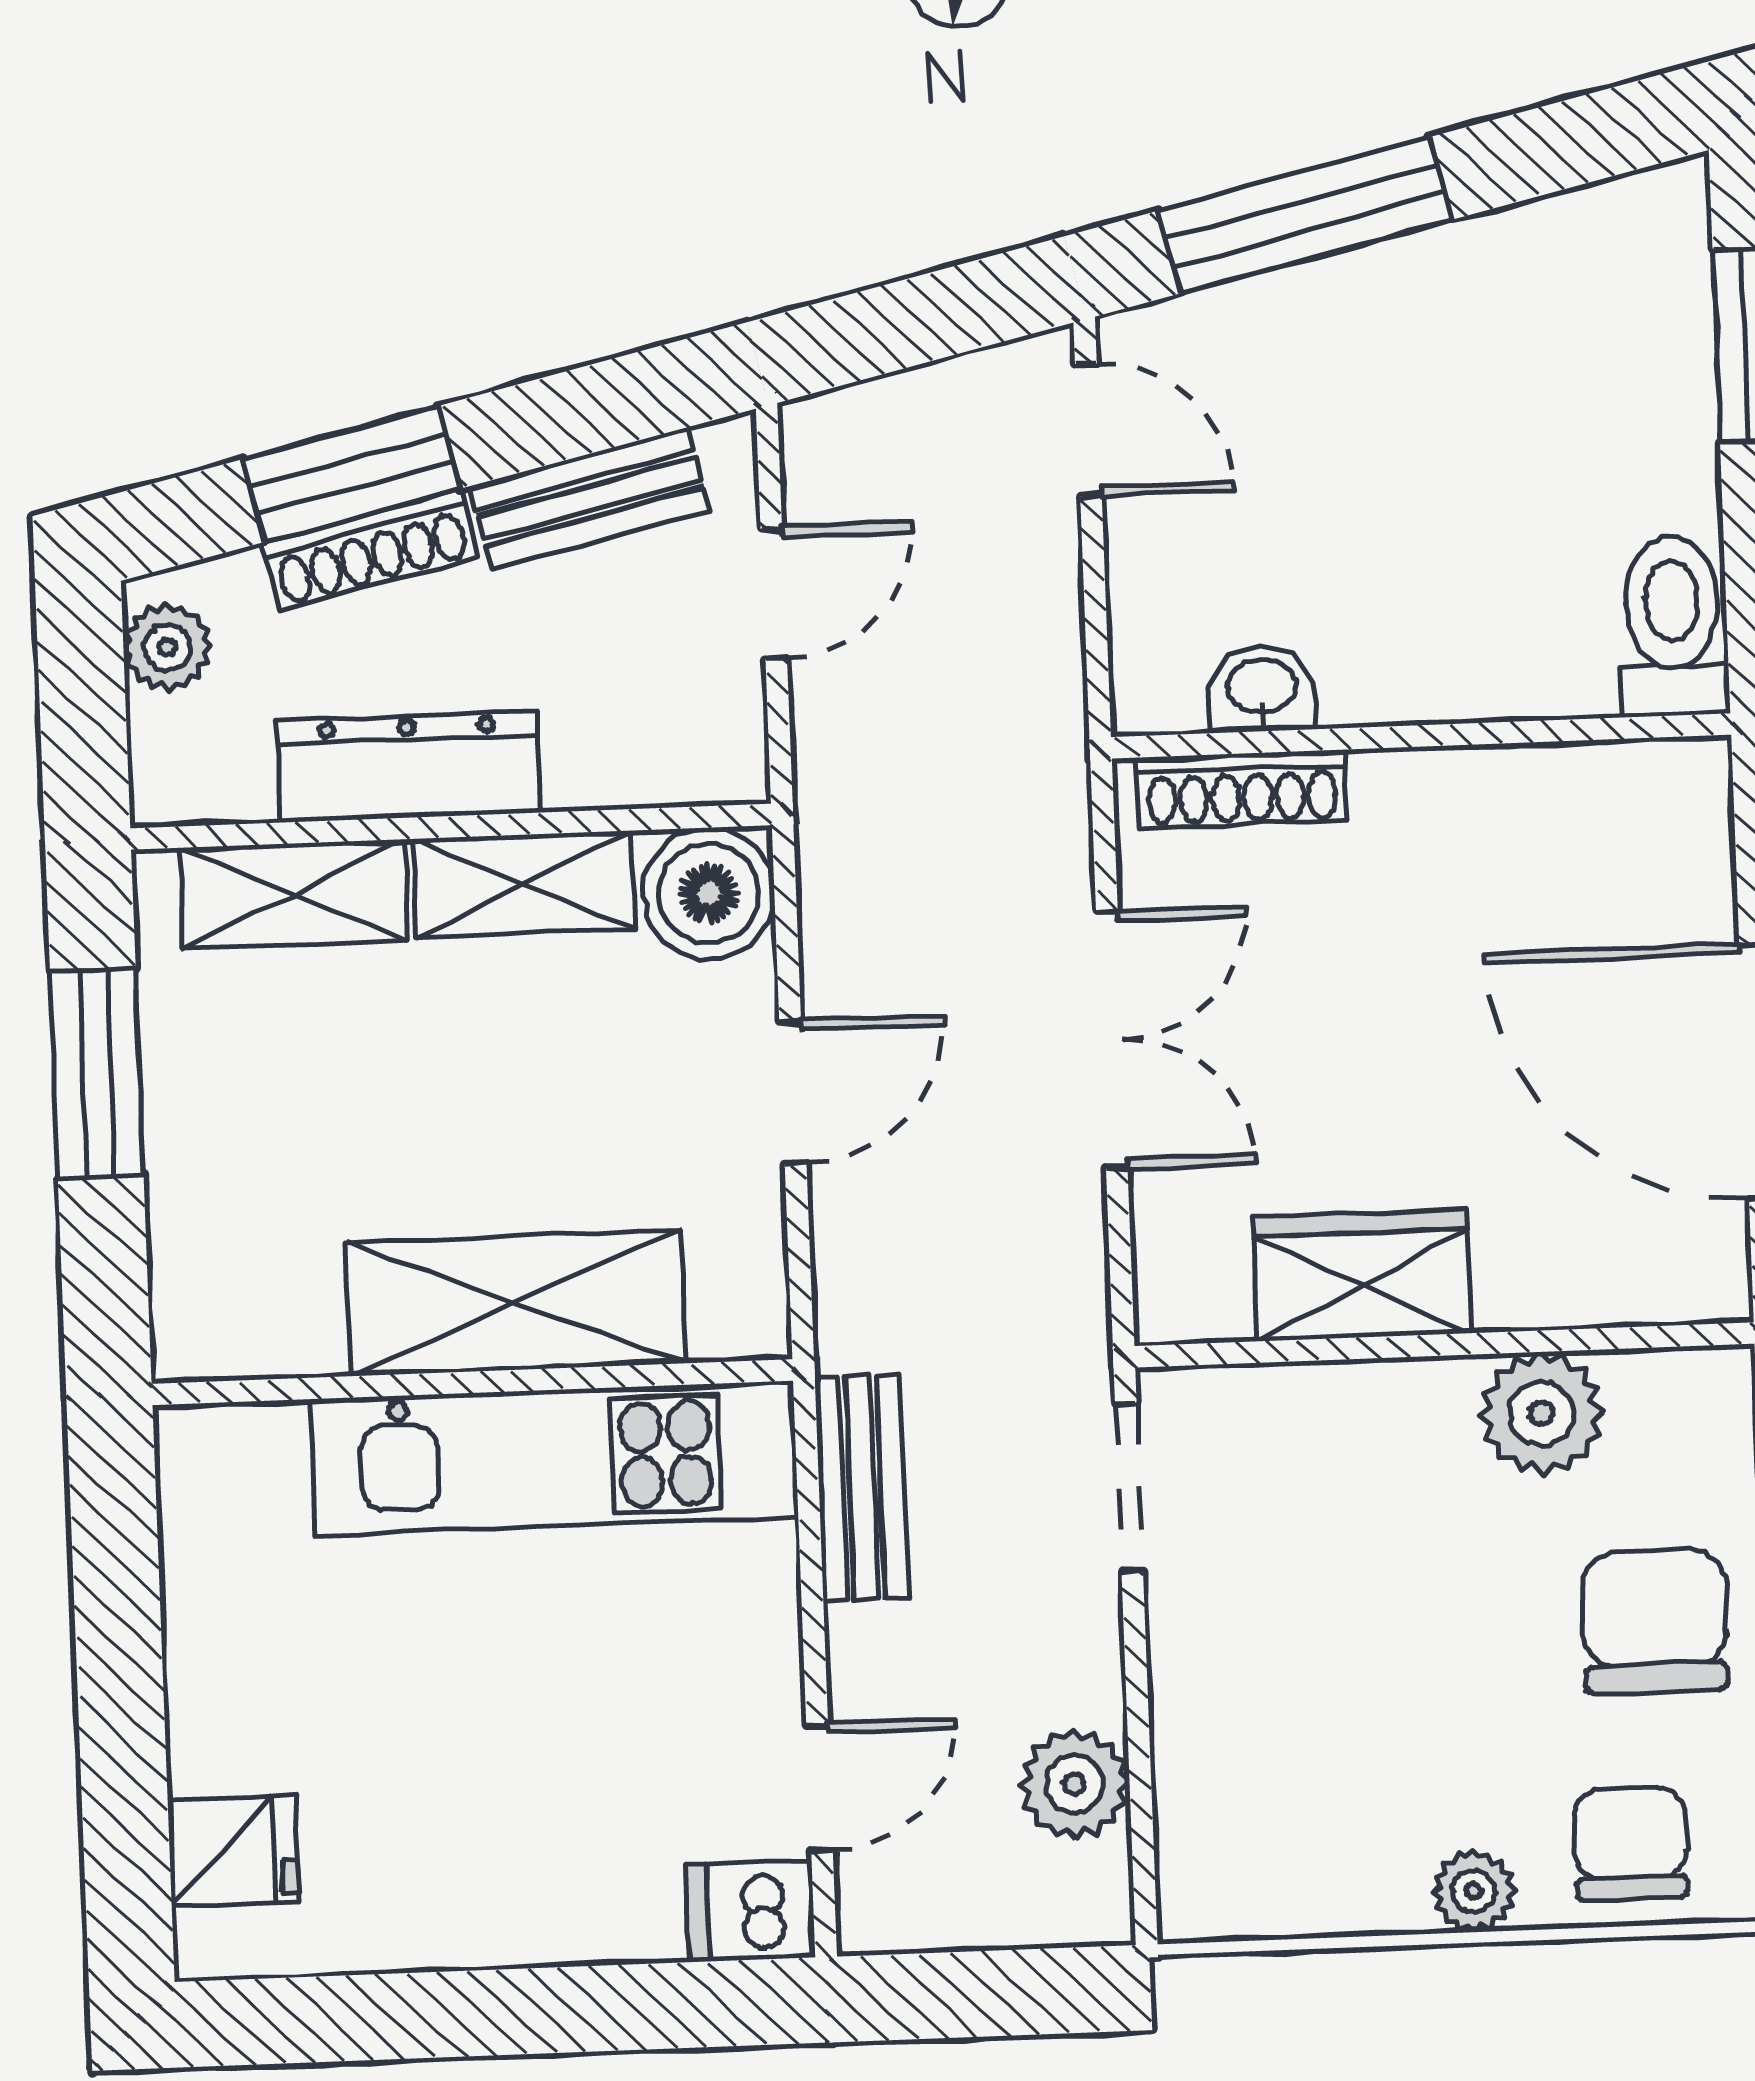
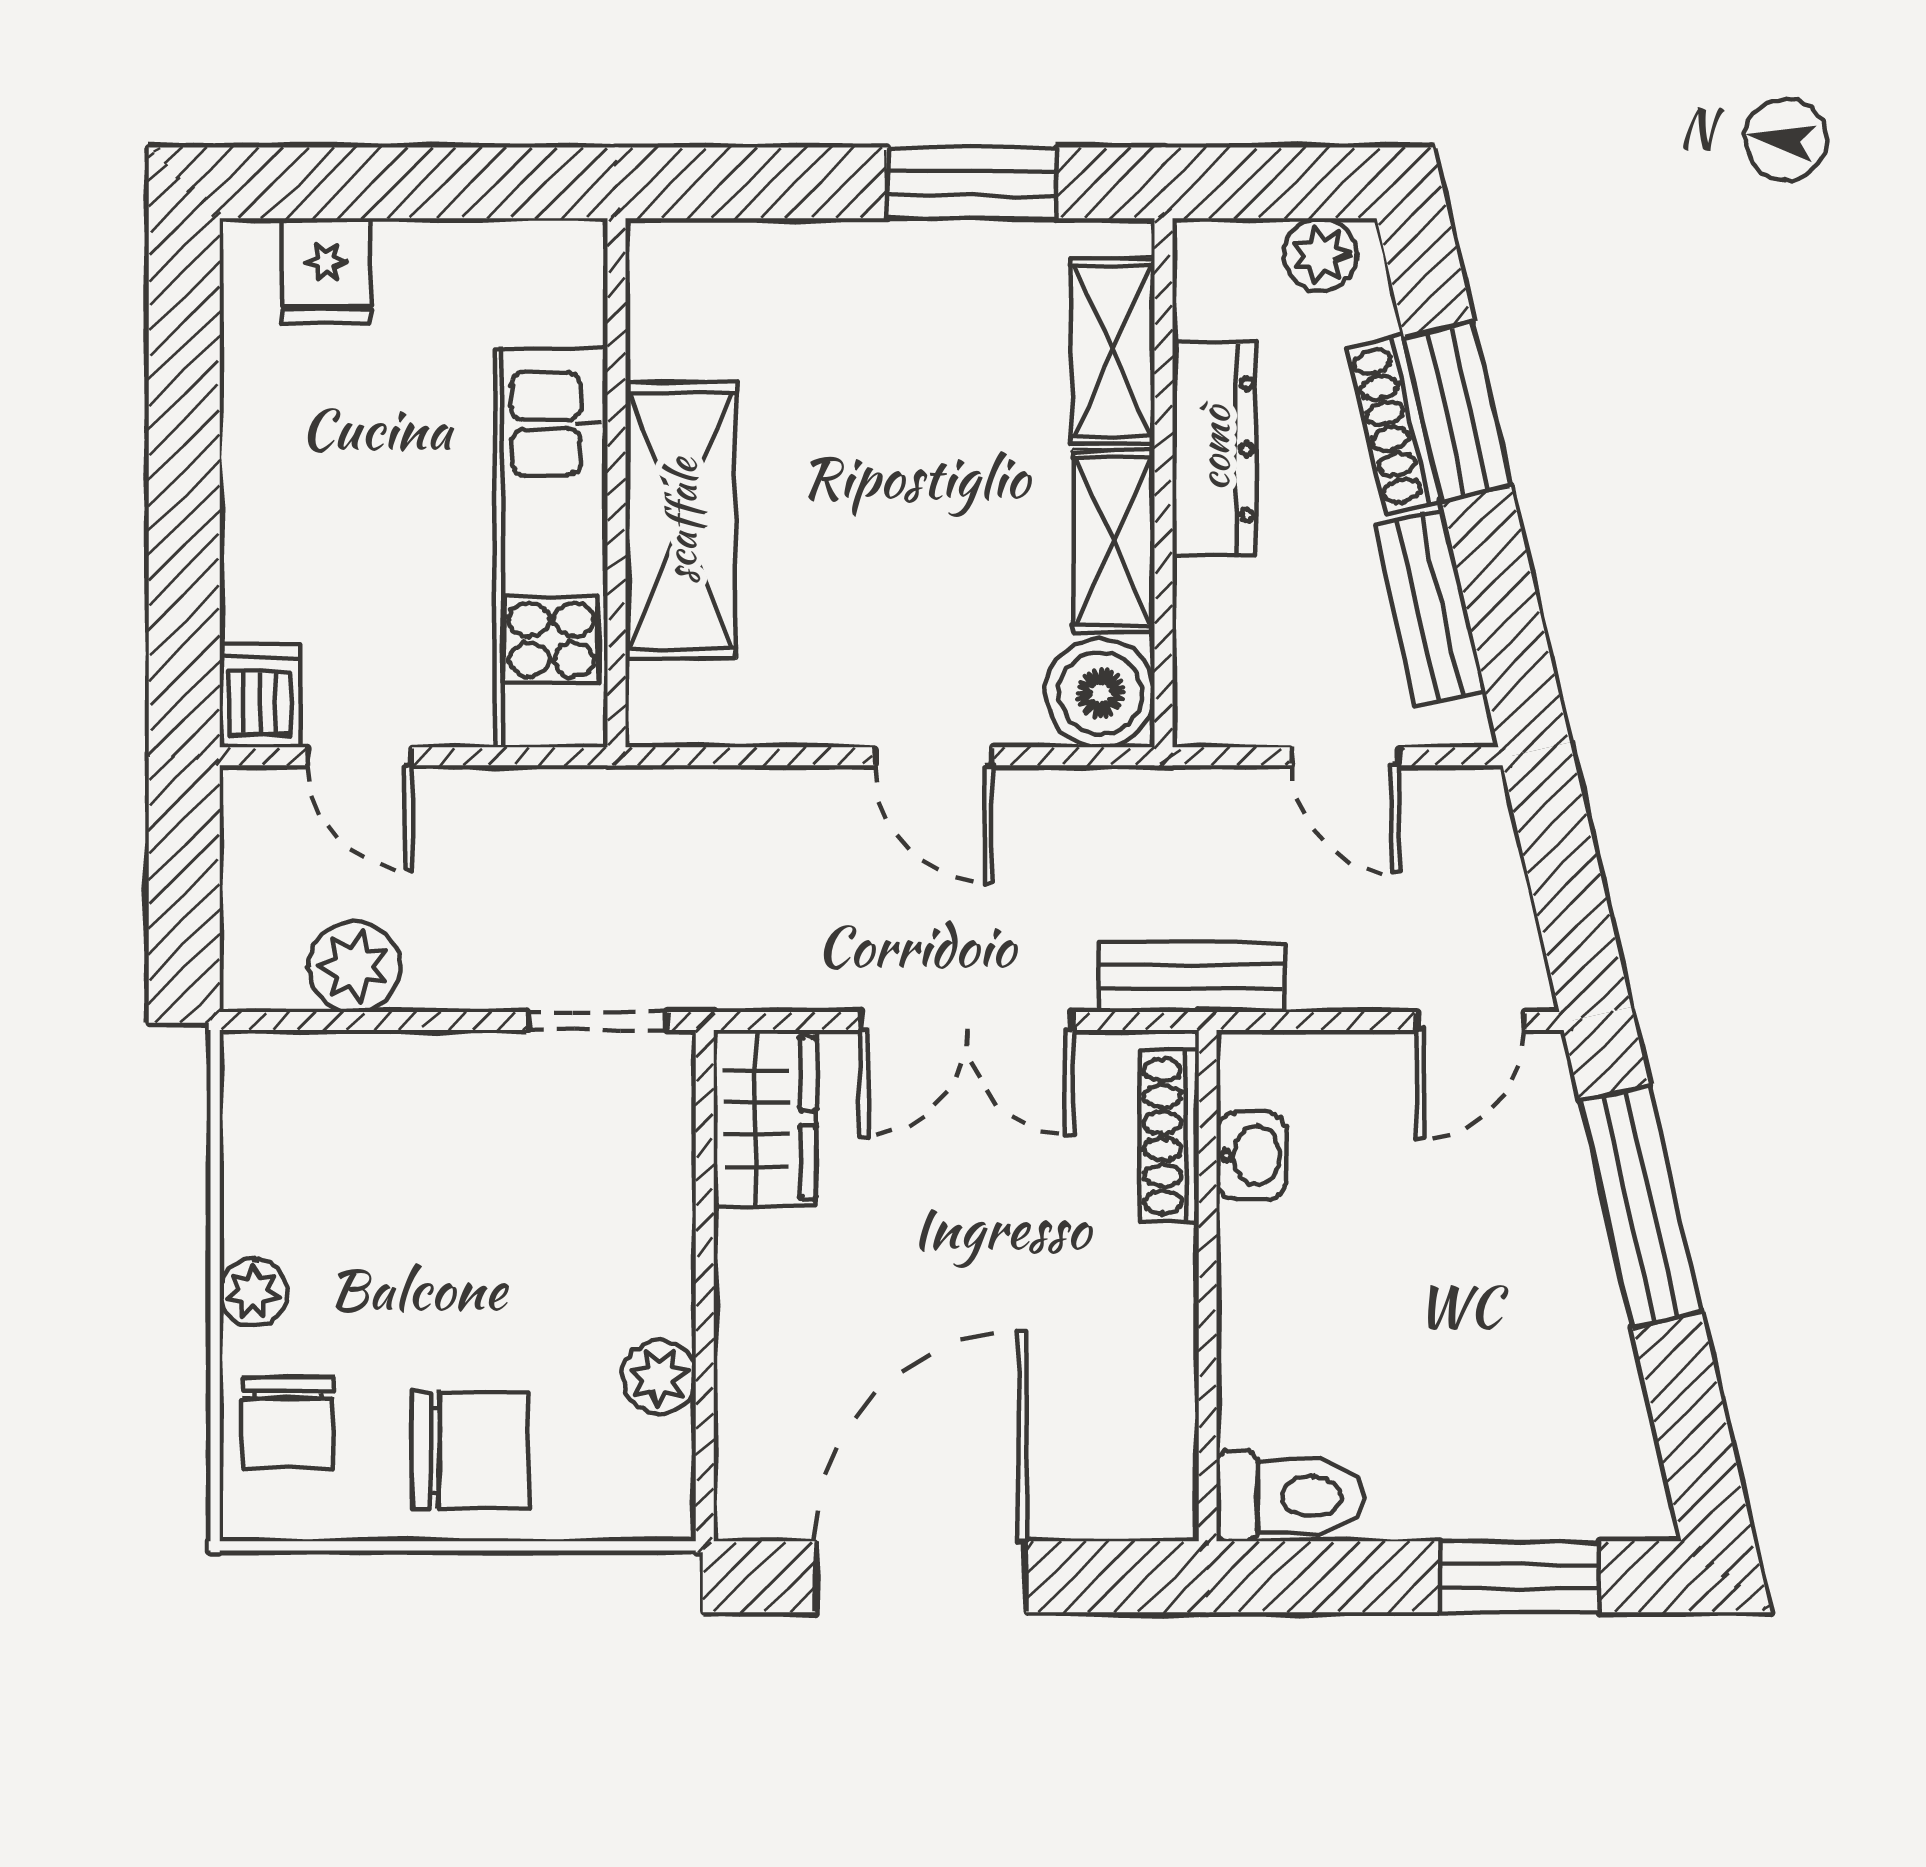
wardrobe: (1362, 1275) -> (765, 1118), moved
shelving: (515, 1303) -> (681, 521), moved
wall: (472, 1382) -> (617, 483), moved
plant: (1542, 1413) -> (659, 1377), width x0.73, depth x0.73
kitchen unit: (554, 1458) -> (551, 548), moved
bench: (862, 1488) -> (1192, 977), moved
chair: (1630, 1844) -> (288, 1423), turned 90

